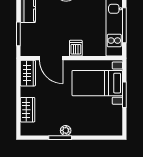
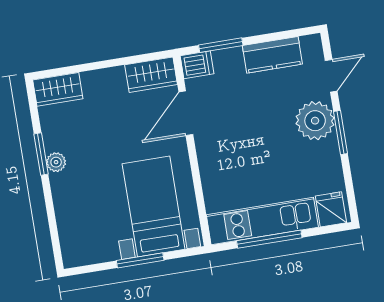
dishwasher: (76, 48) -> (197, 65), moved
wardrobe: (28, 110) -> (58, 89), moved

